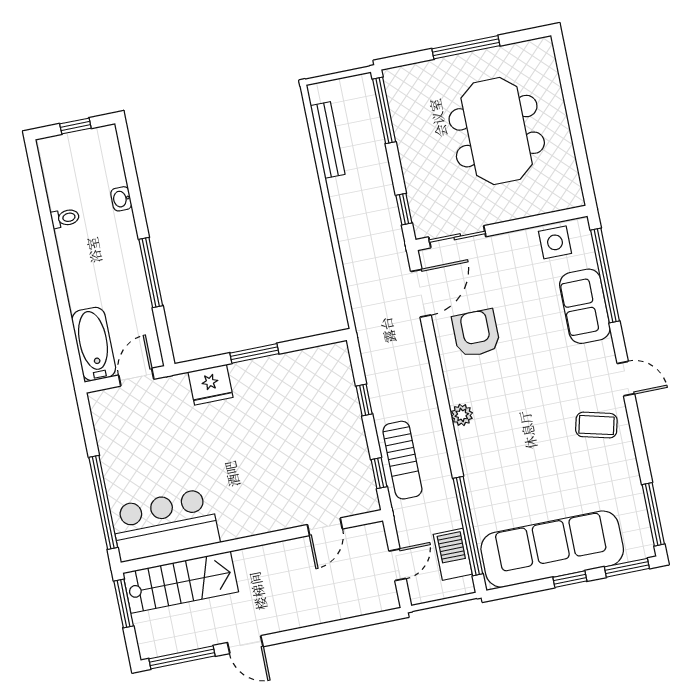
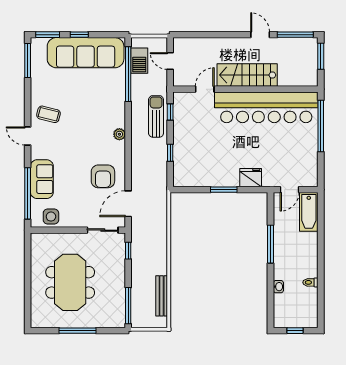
bar counter: (165, 525) -> (266, 107), width x1.86
door: (397, 565) -> (170, 61), hinge flipped
stairs: (181, 582) -> (247, 75), moved
window: (124, 603) -> (321, 56), moved

